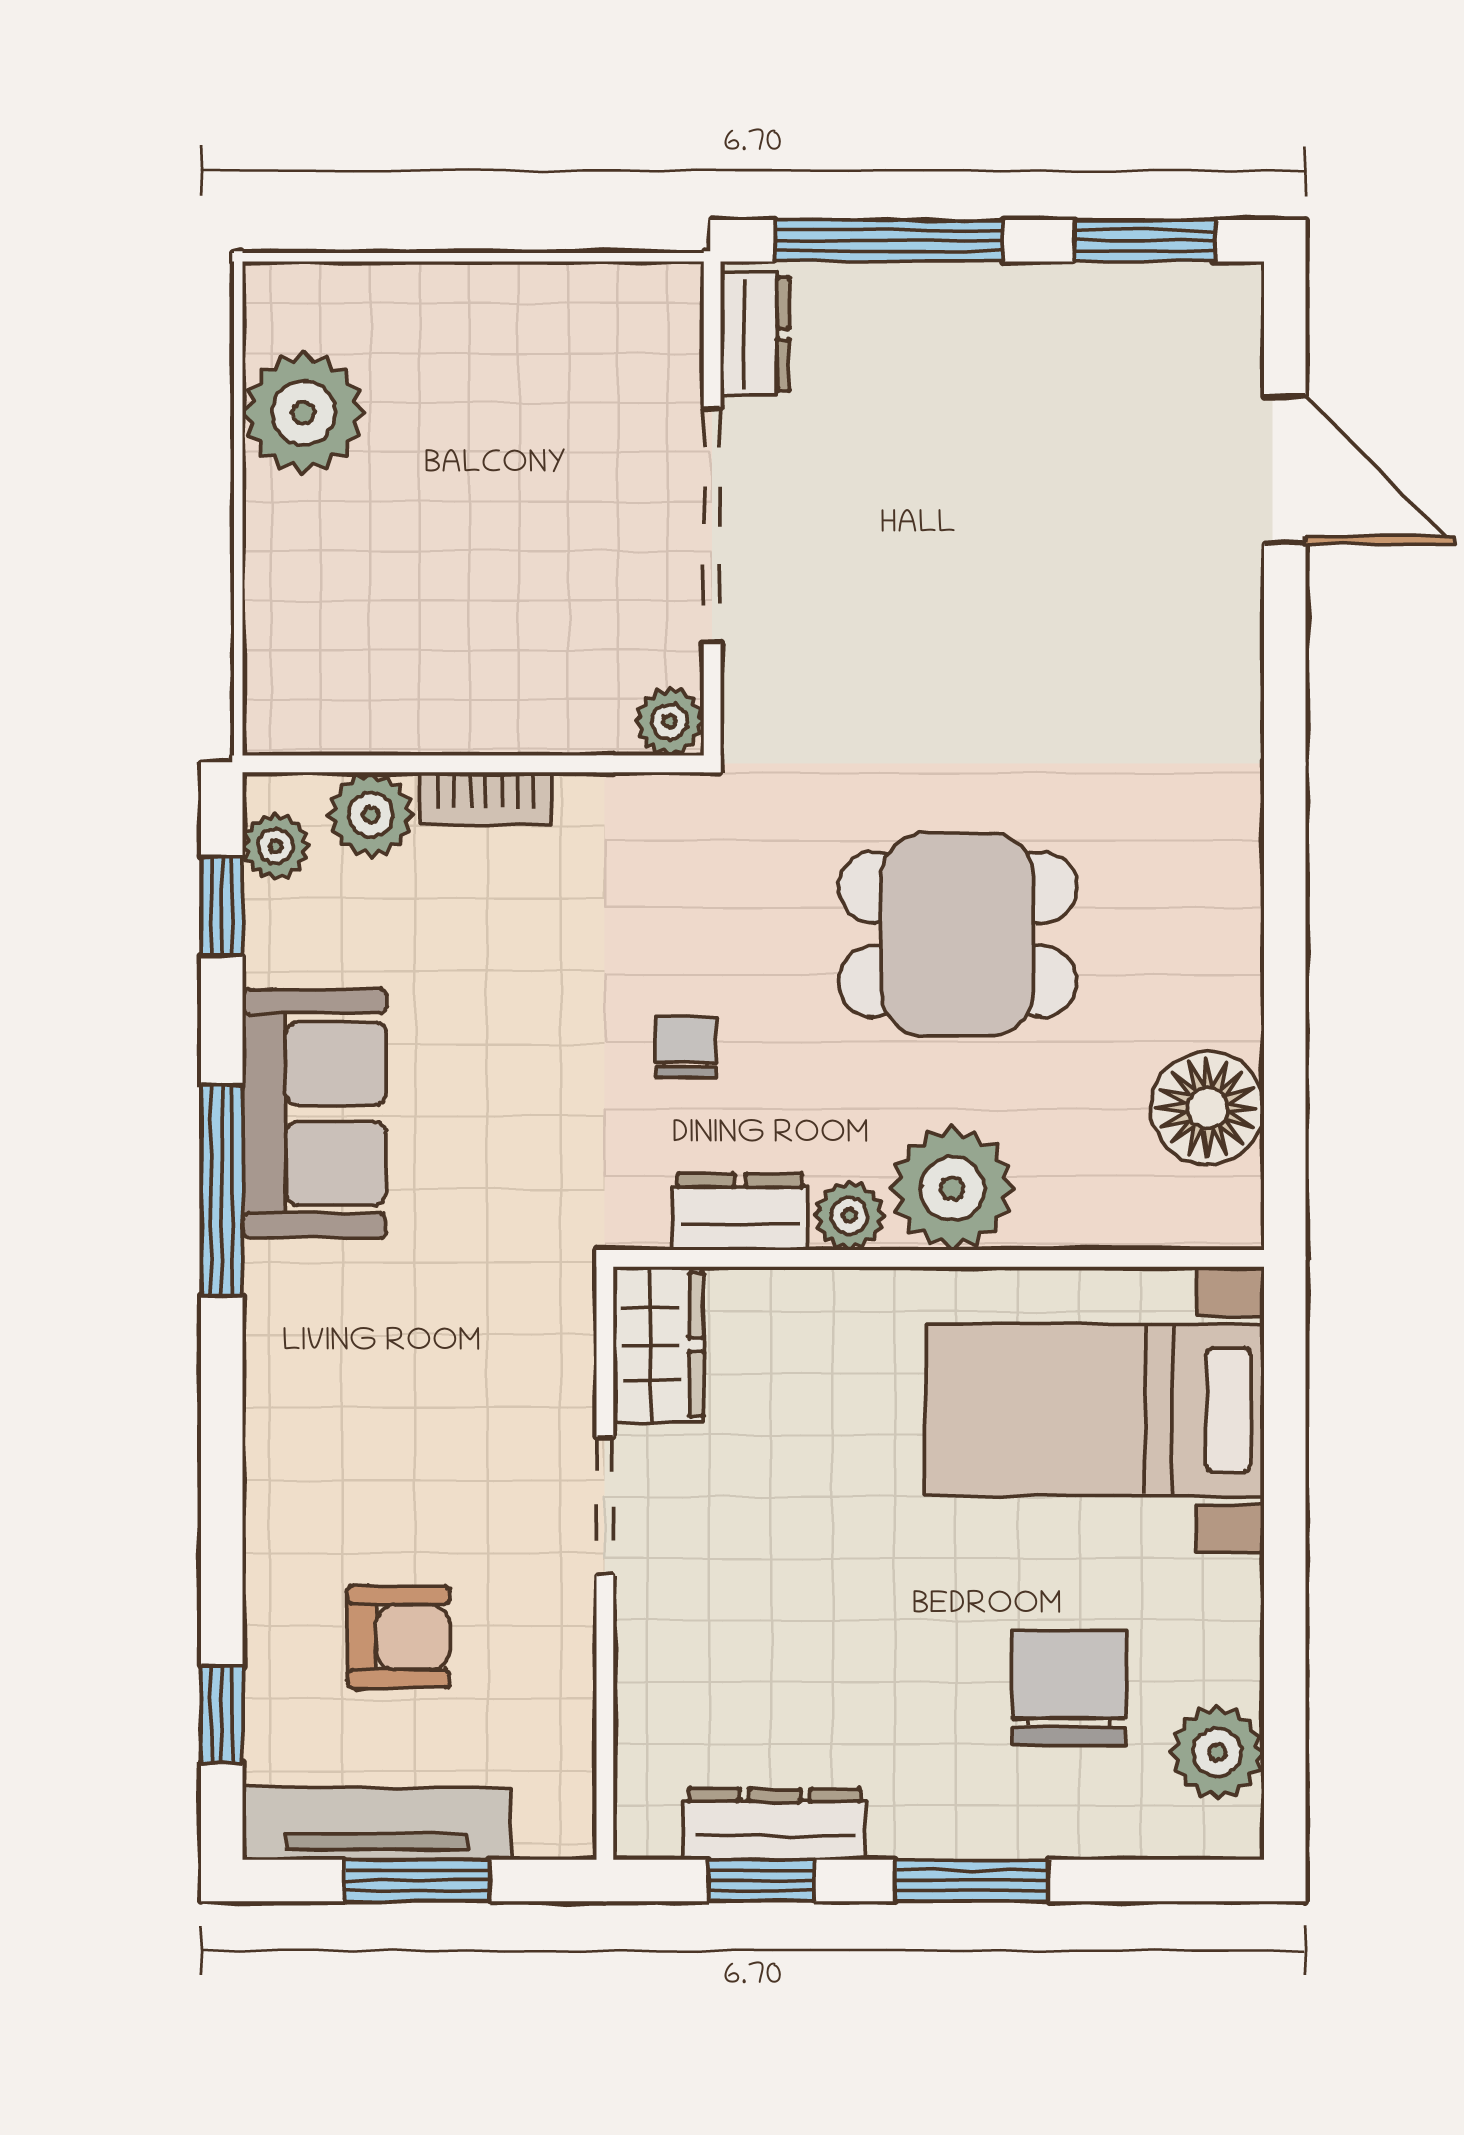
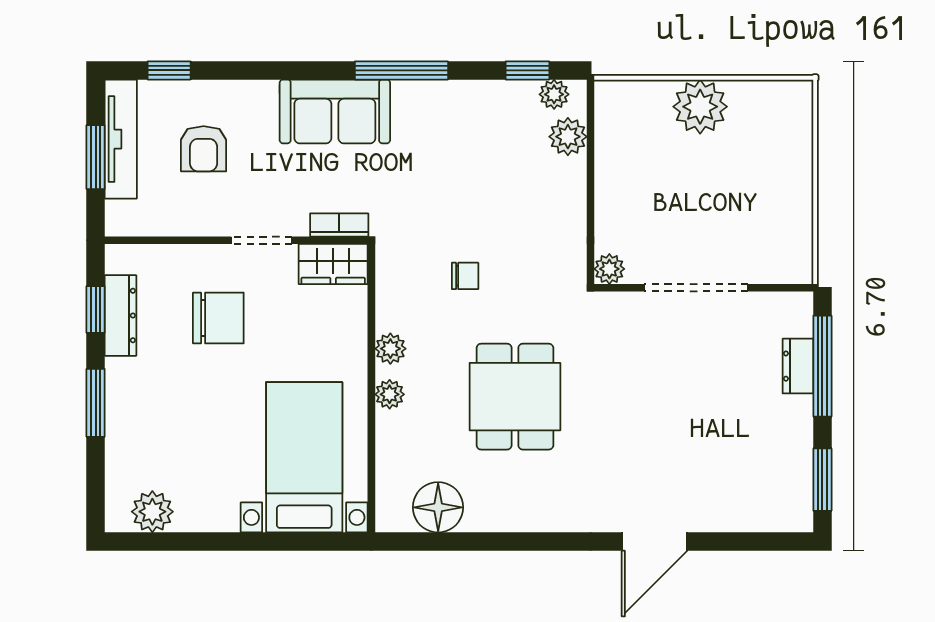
dresser: (755, 334) -> (798, 366), moved, turned 90
plant: (304, 413) -> (700, 107), moved
door: (1285, 470) -> (655, 542), moved
bookcase: (486, 798) -> (339, 225), moved, turned 90
sofa: (314, 1113) -> (335, 111), moved
plant: (952, 1188) -> (390, 394), width x0.53, depth x0.53
dresser: (740, 1212) -> (392, 300), removed
chair: (1069, 1688) -> (218, 318), moved

